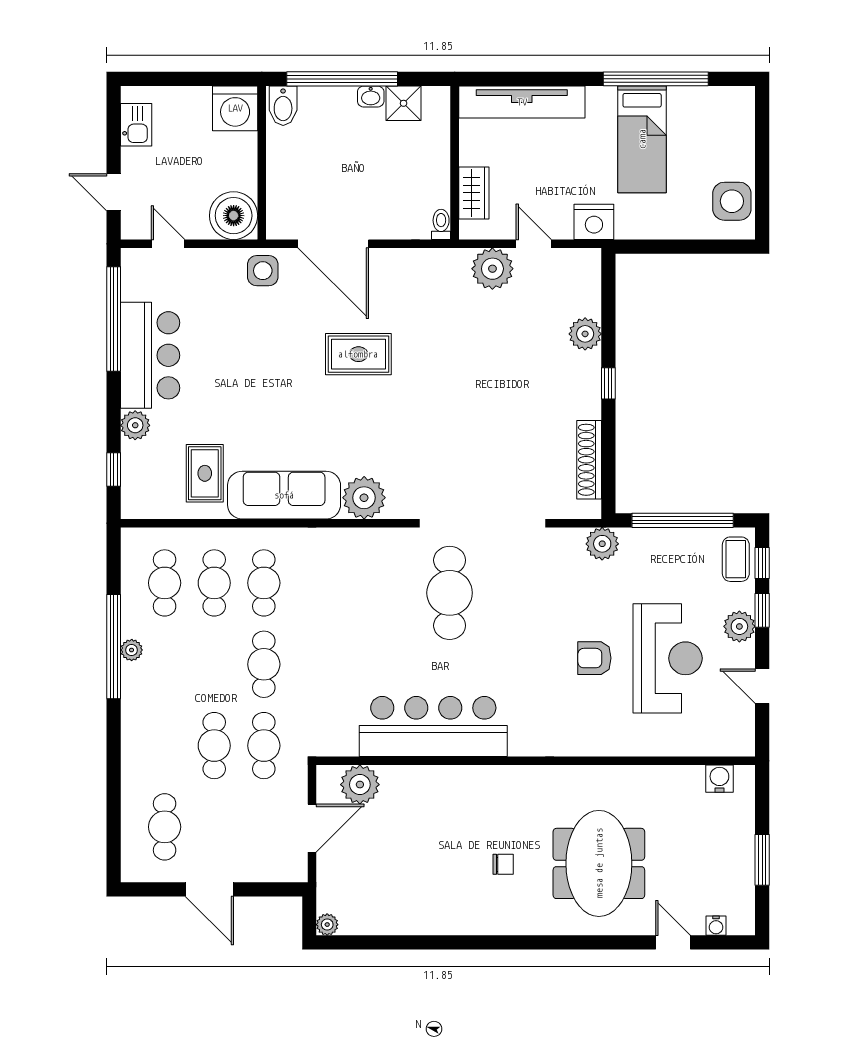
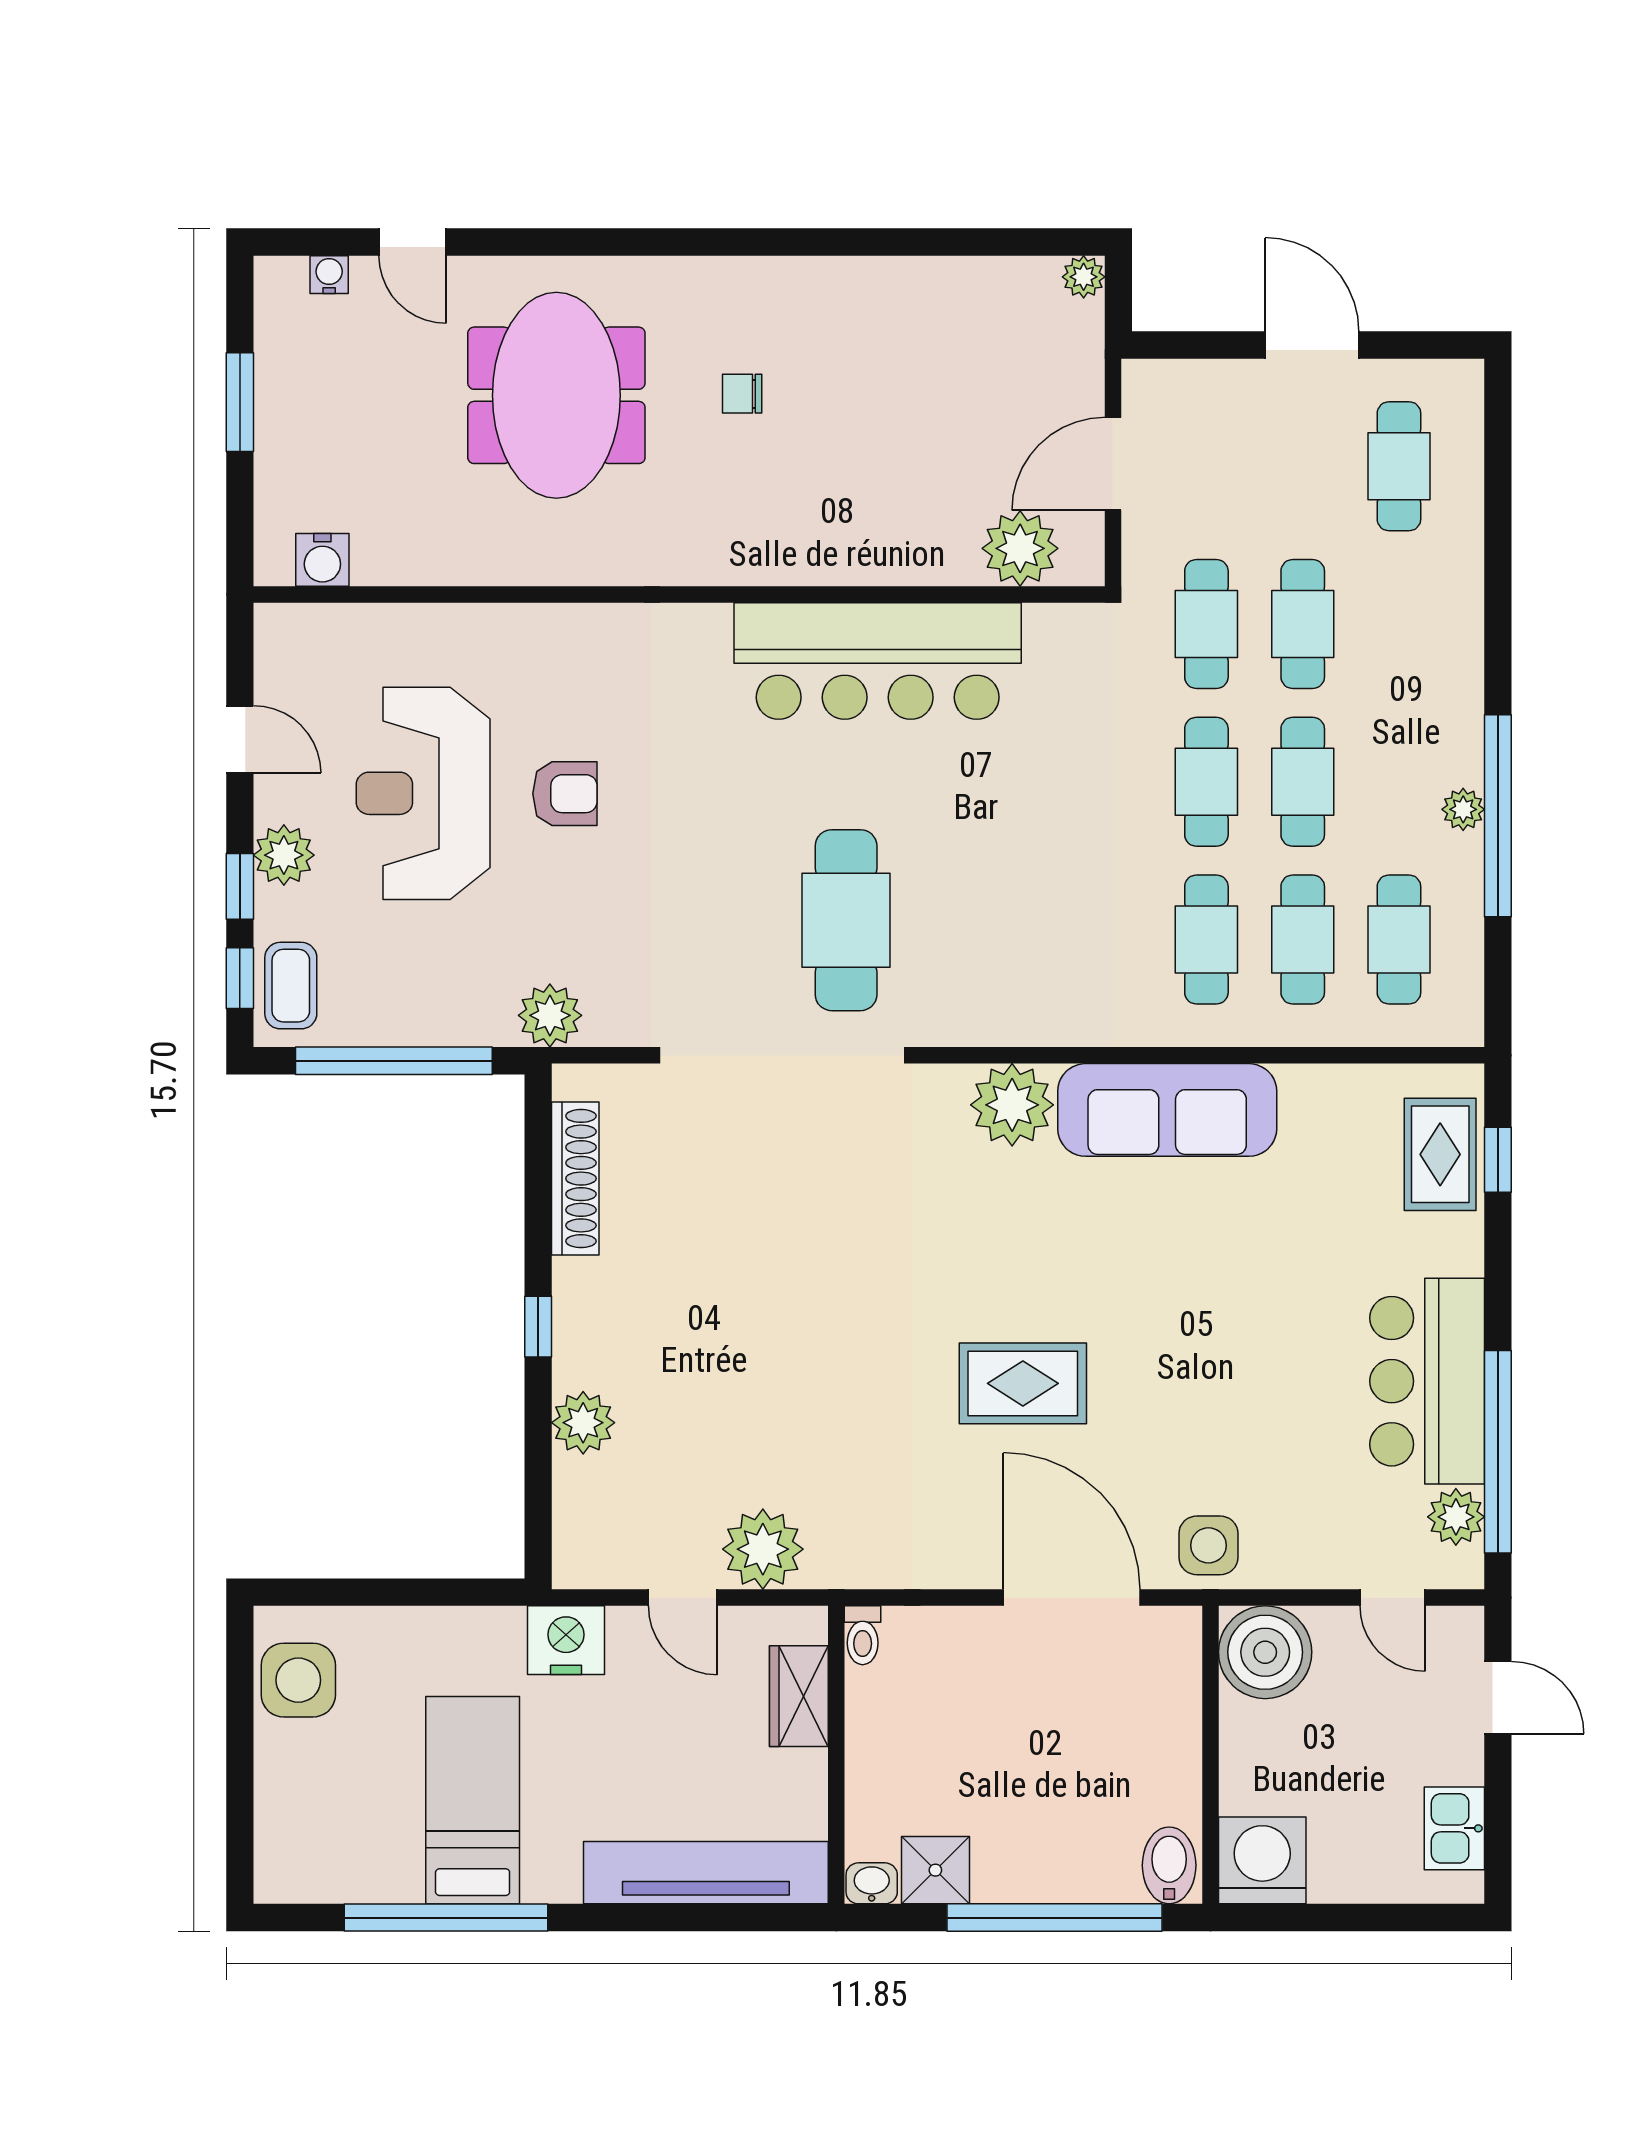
washbasin: (371, 96) -> (872, 1883), moved
plant: (135, 425) -> (1456, 1517), moved
rug: (205, 473) -> (1440, 1154), moved
cafe table: (214, 664) -> (1303, 782), added

